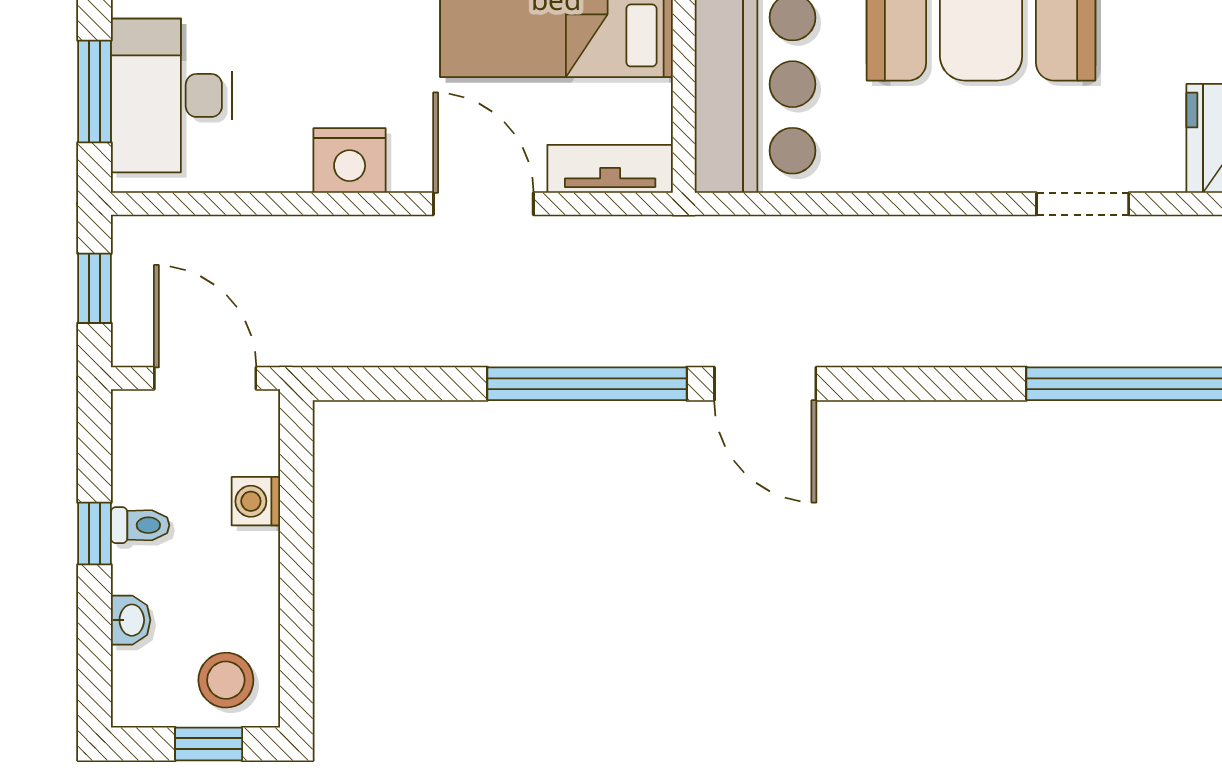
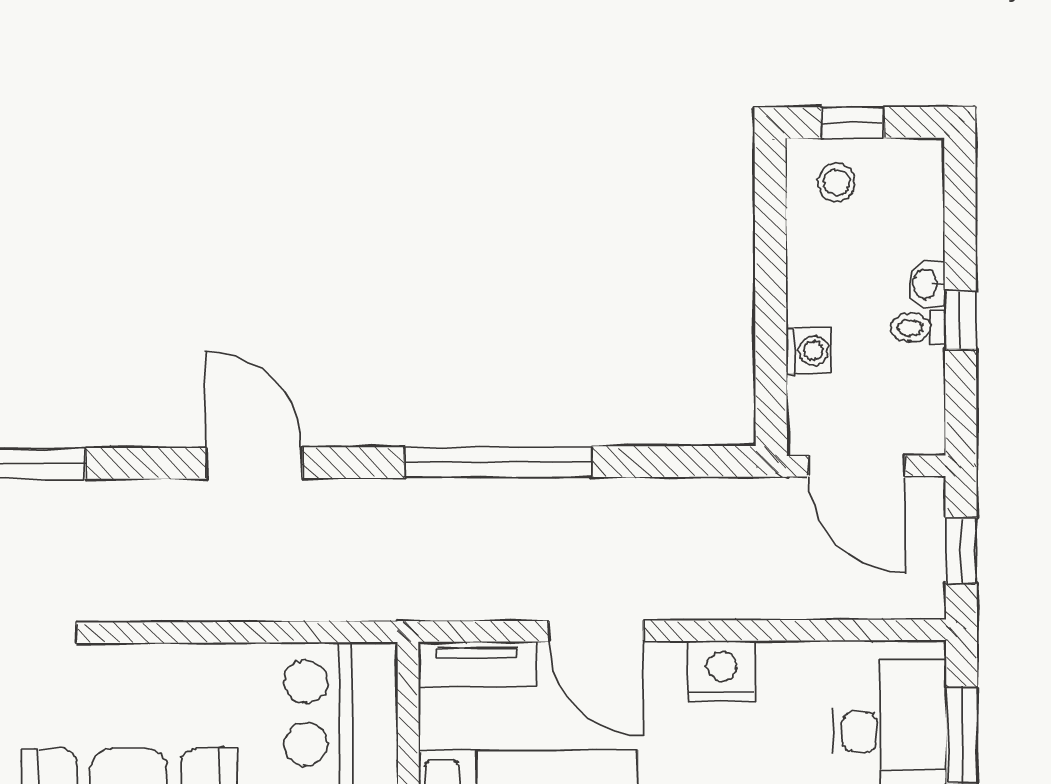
door: (765, 384) -> (254, 463), moved
washbasin: (131, 620) -> (926, 284), moved
stool: (226, 680) -> (836, 182), width x0.73, depth x0.73

